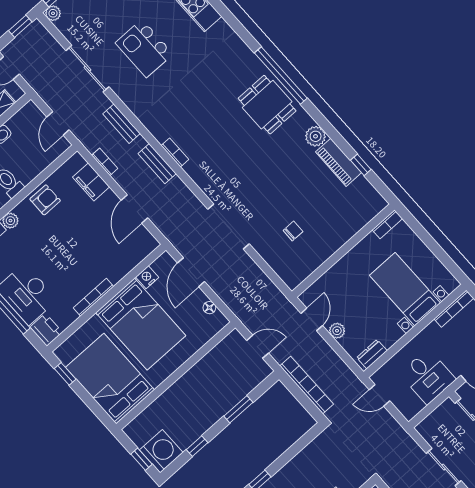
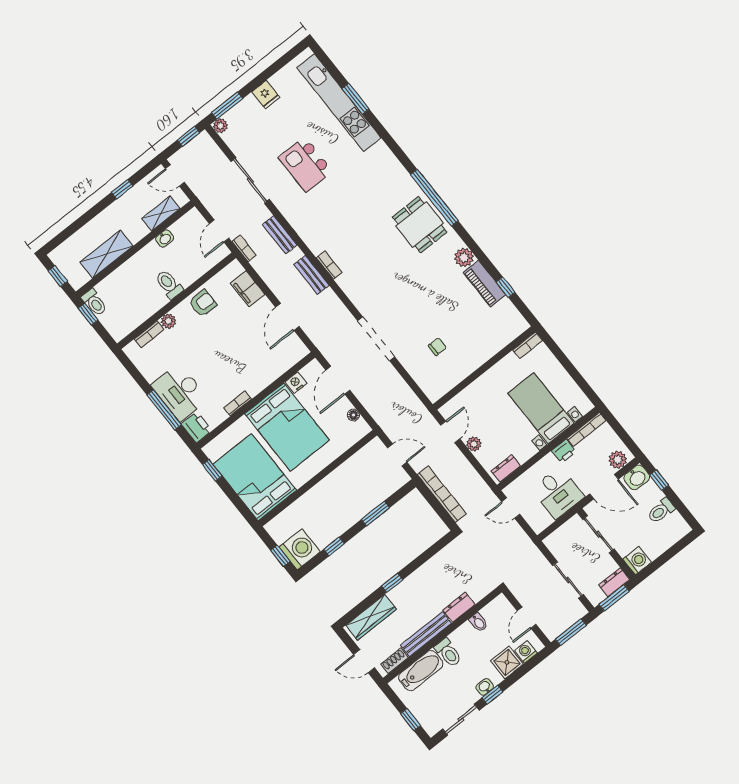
bookcase: (105, 162) -> (244, 248), moved
bookcase: (94, 297) -> (237, 403), width x0.64
printer: (431, 333) -> (564, 451), added

